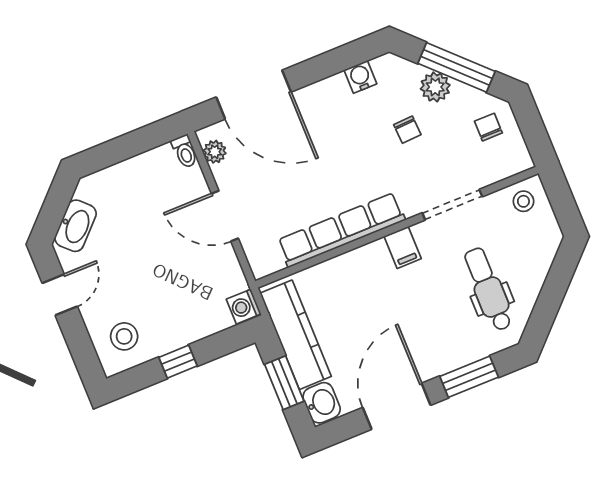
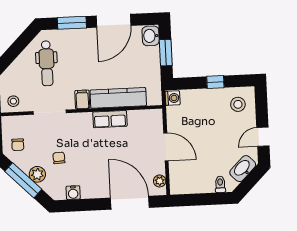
toilet: (185, 151) -> (220, 184), moved
row of seats: (341, 230) -> (110, 119), width x0.50
kitchen counter: (296, 335) -> (118, 98), moved, turned 90

